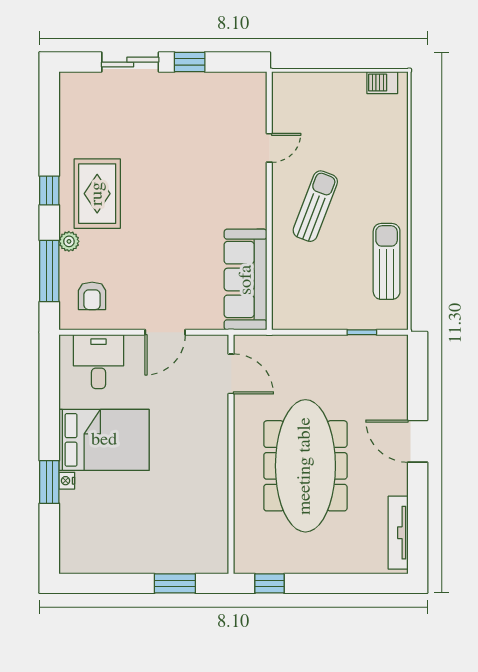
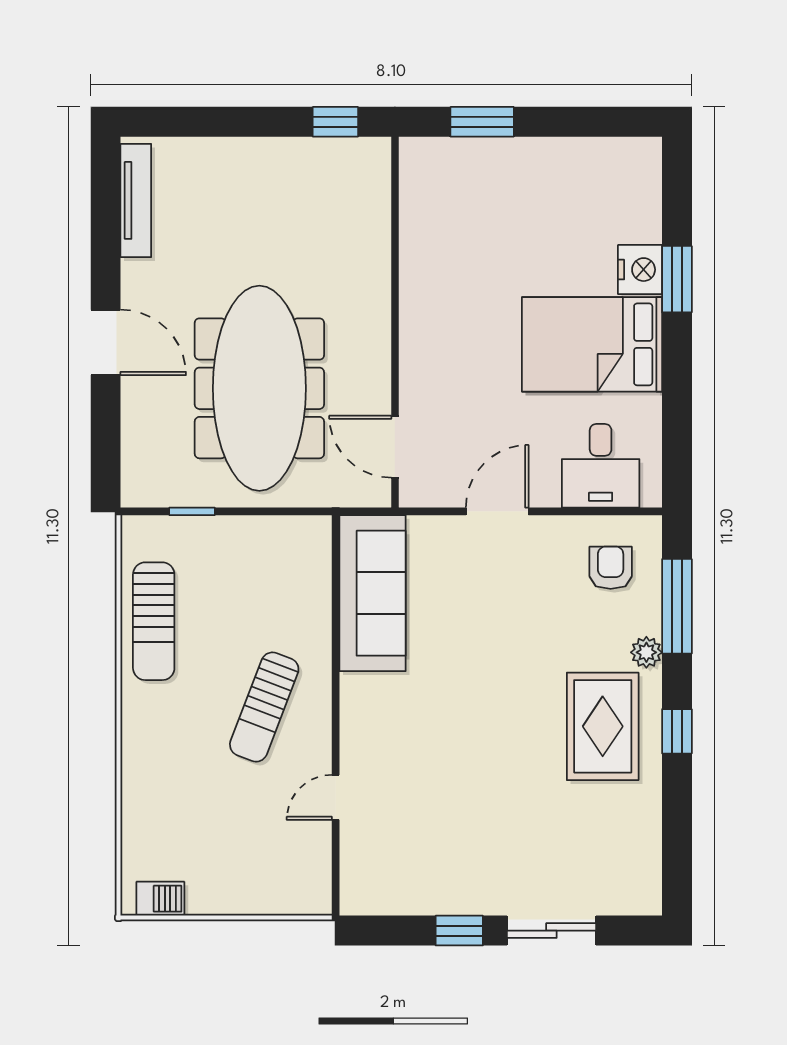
meeting table: (305, 466) -> (259, 388), moved
nightstand: (67, 481) -> (640, 270), width x1.89, depth x1.79

